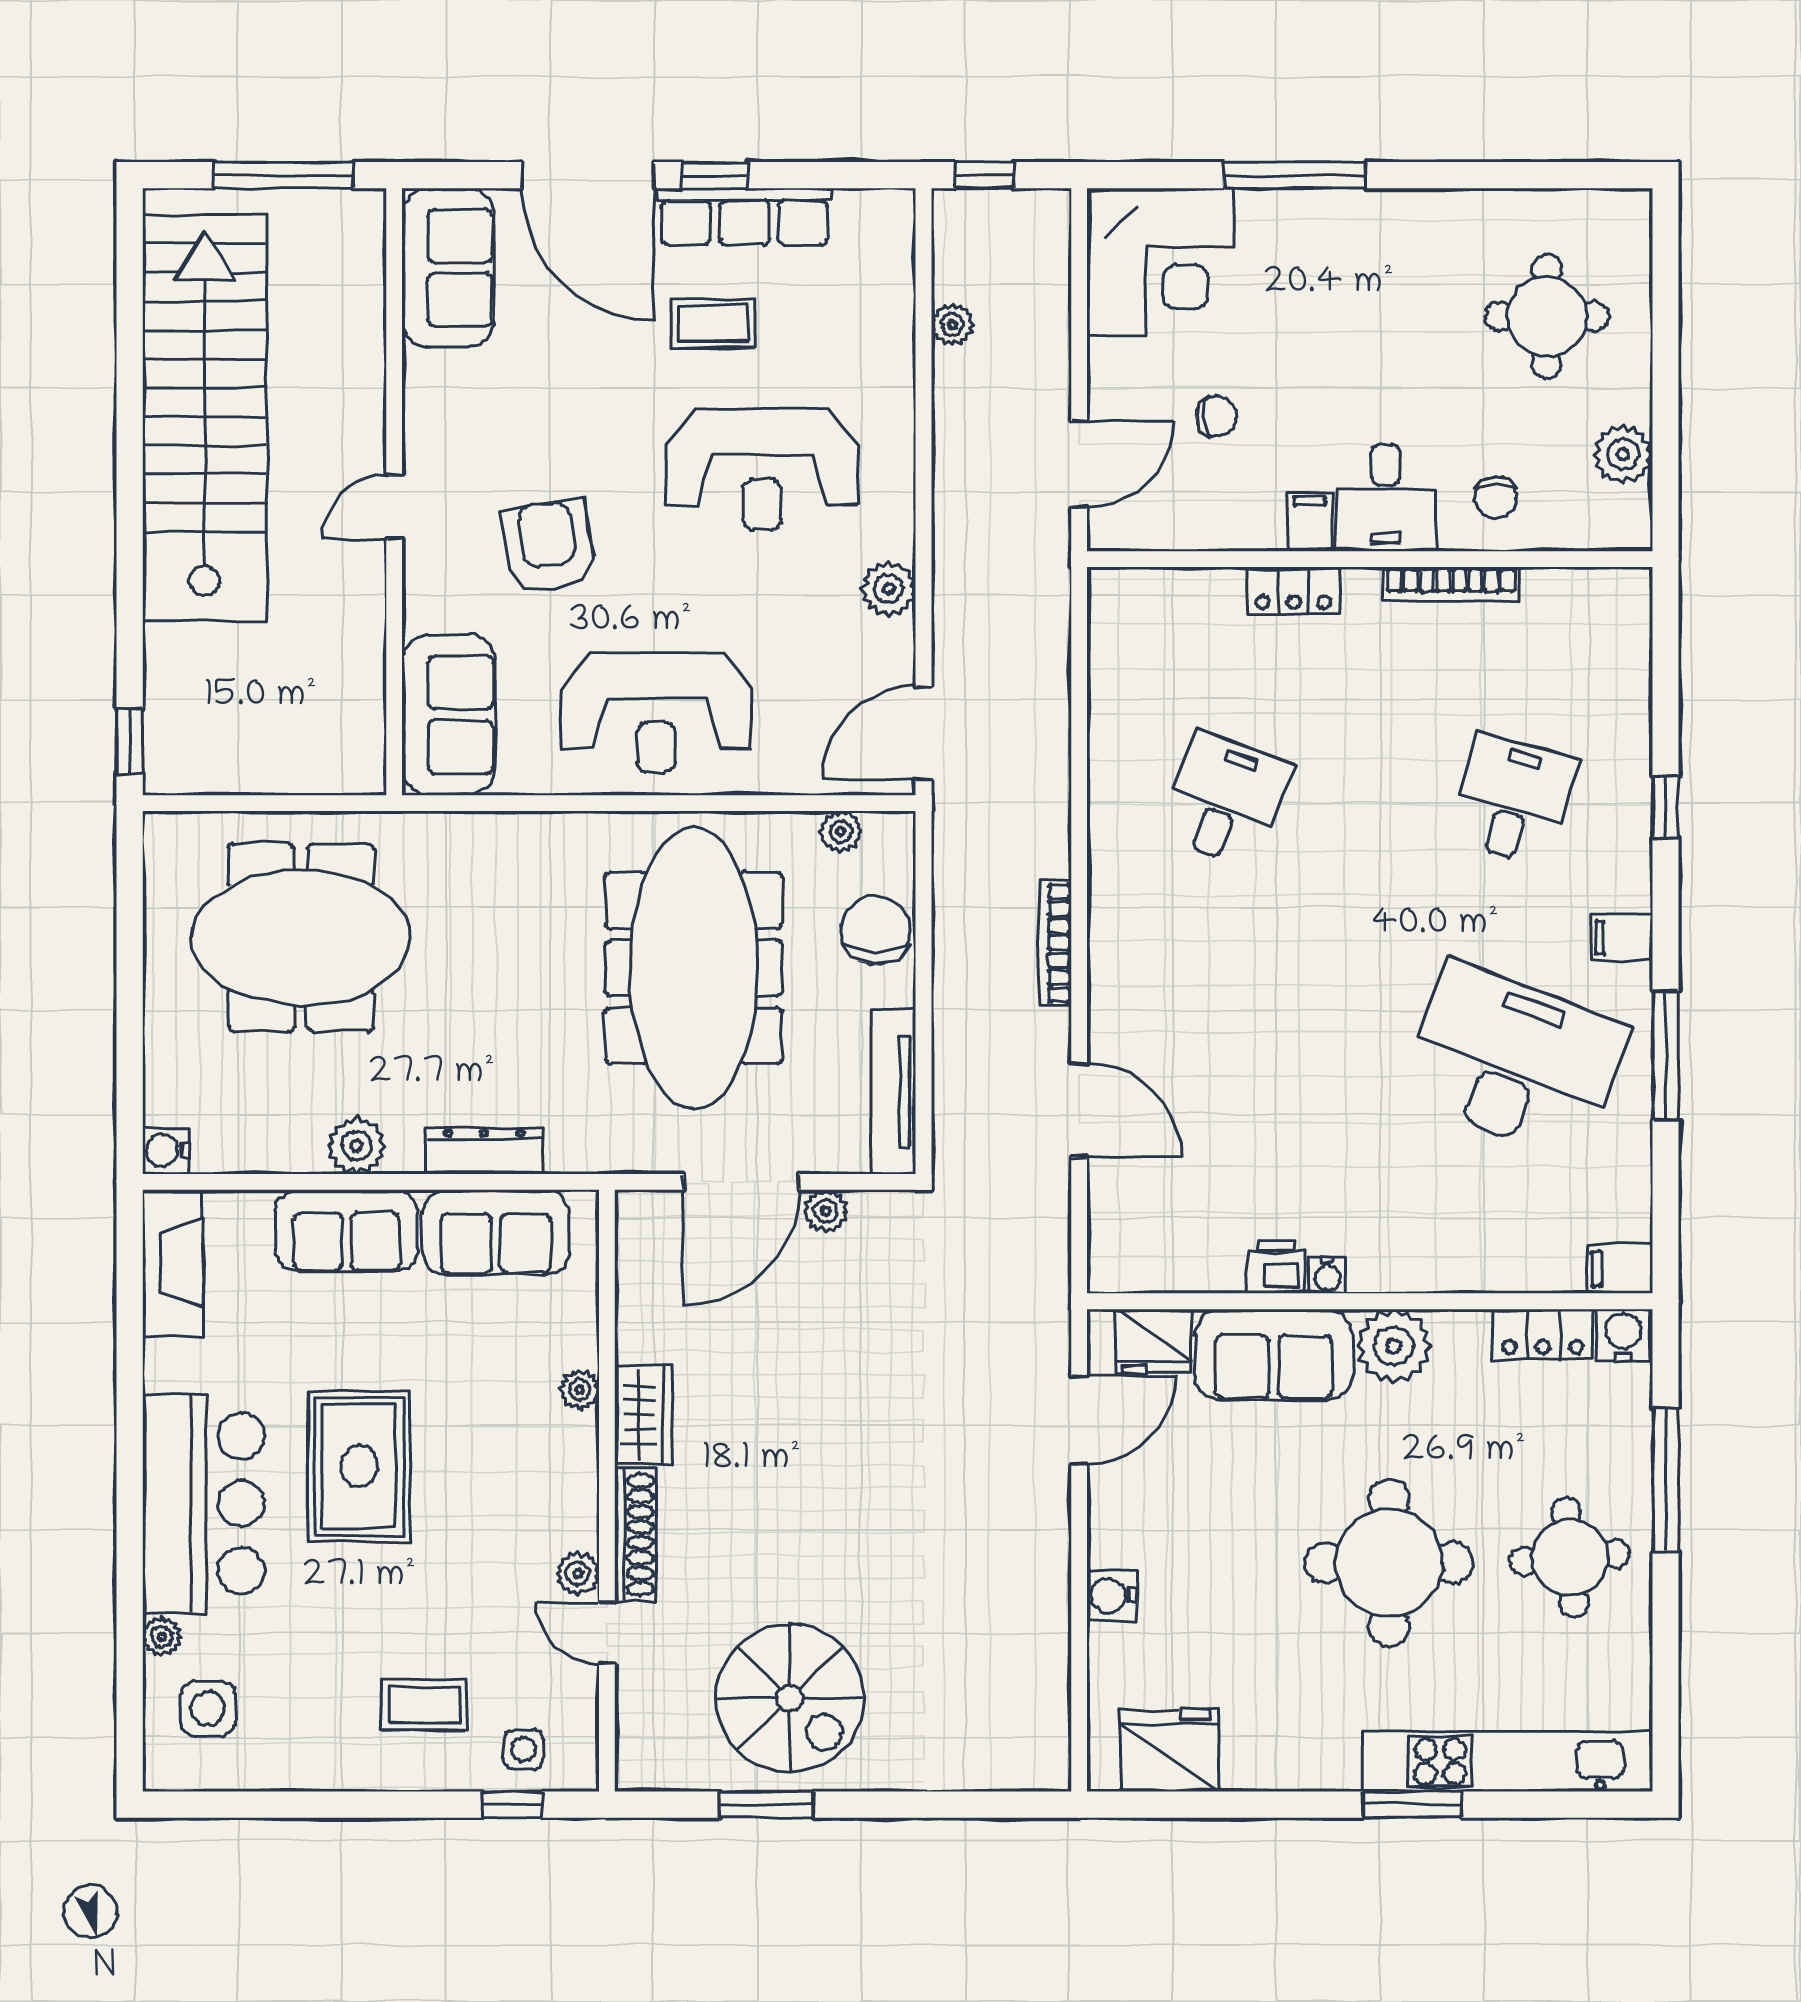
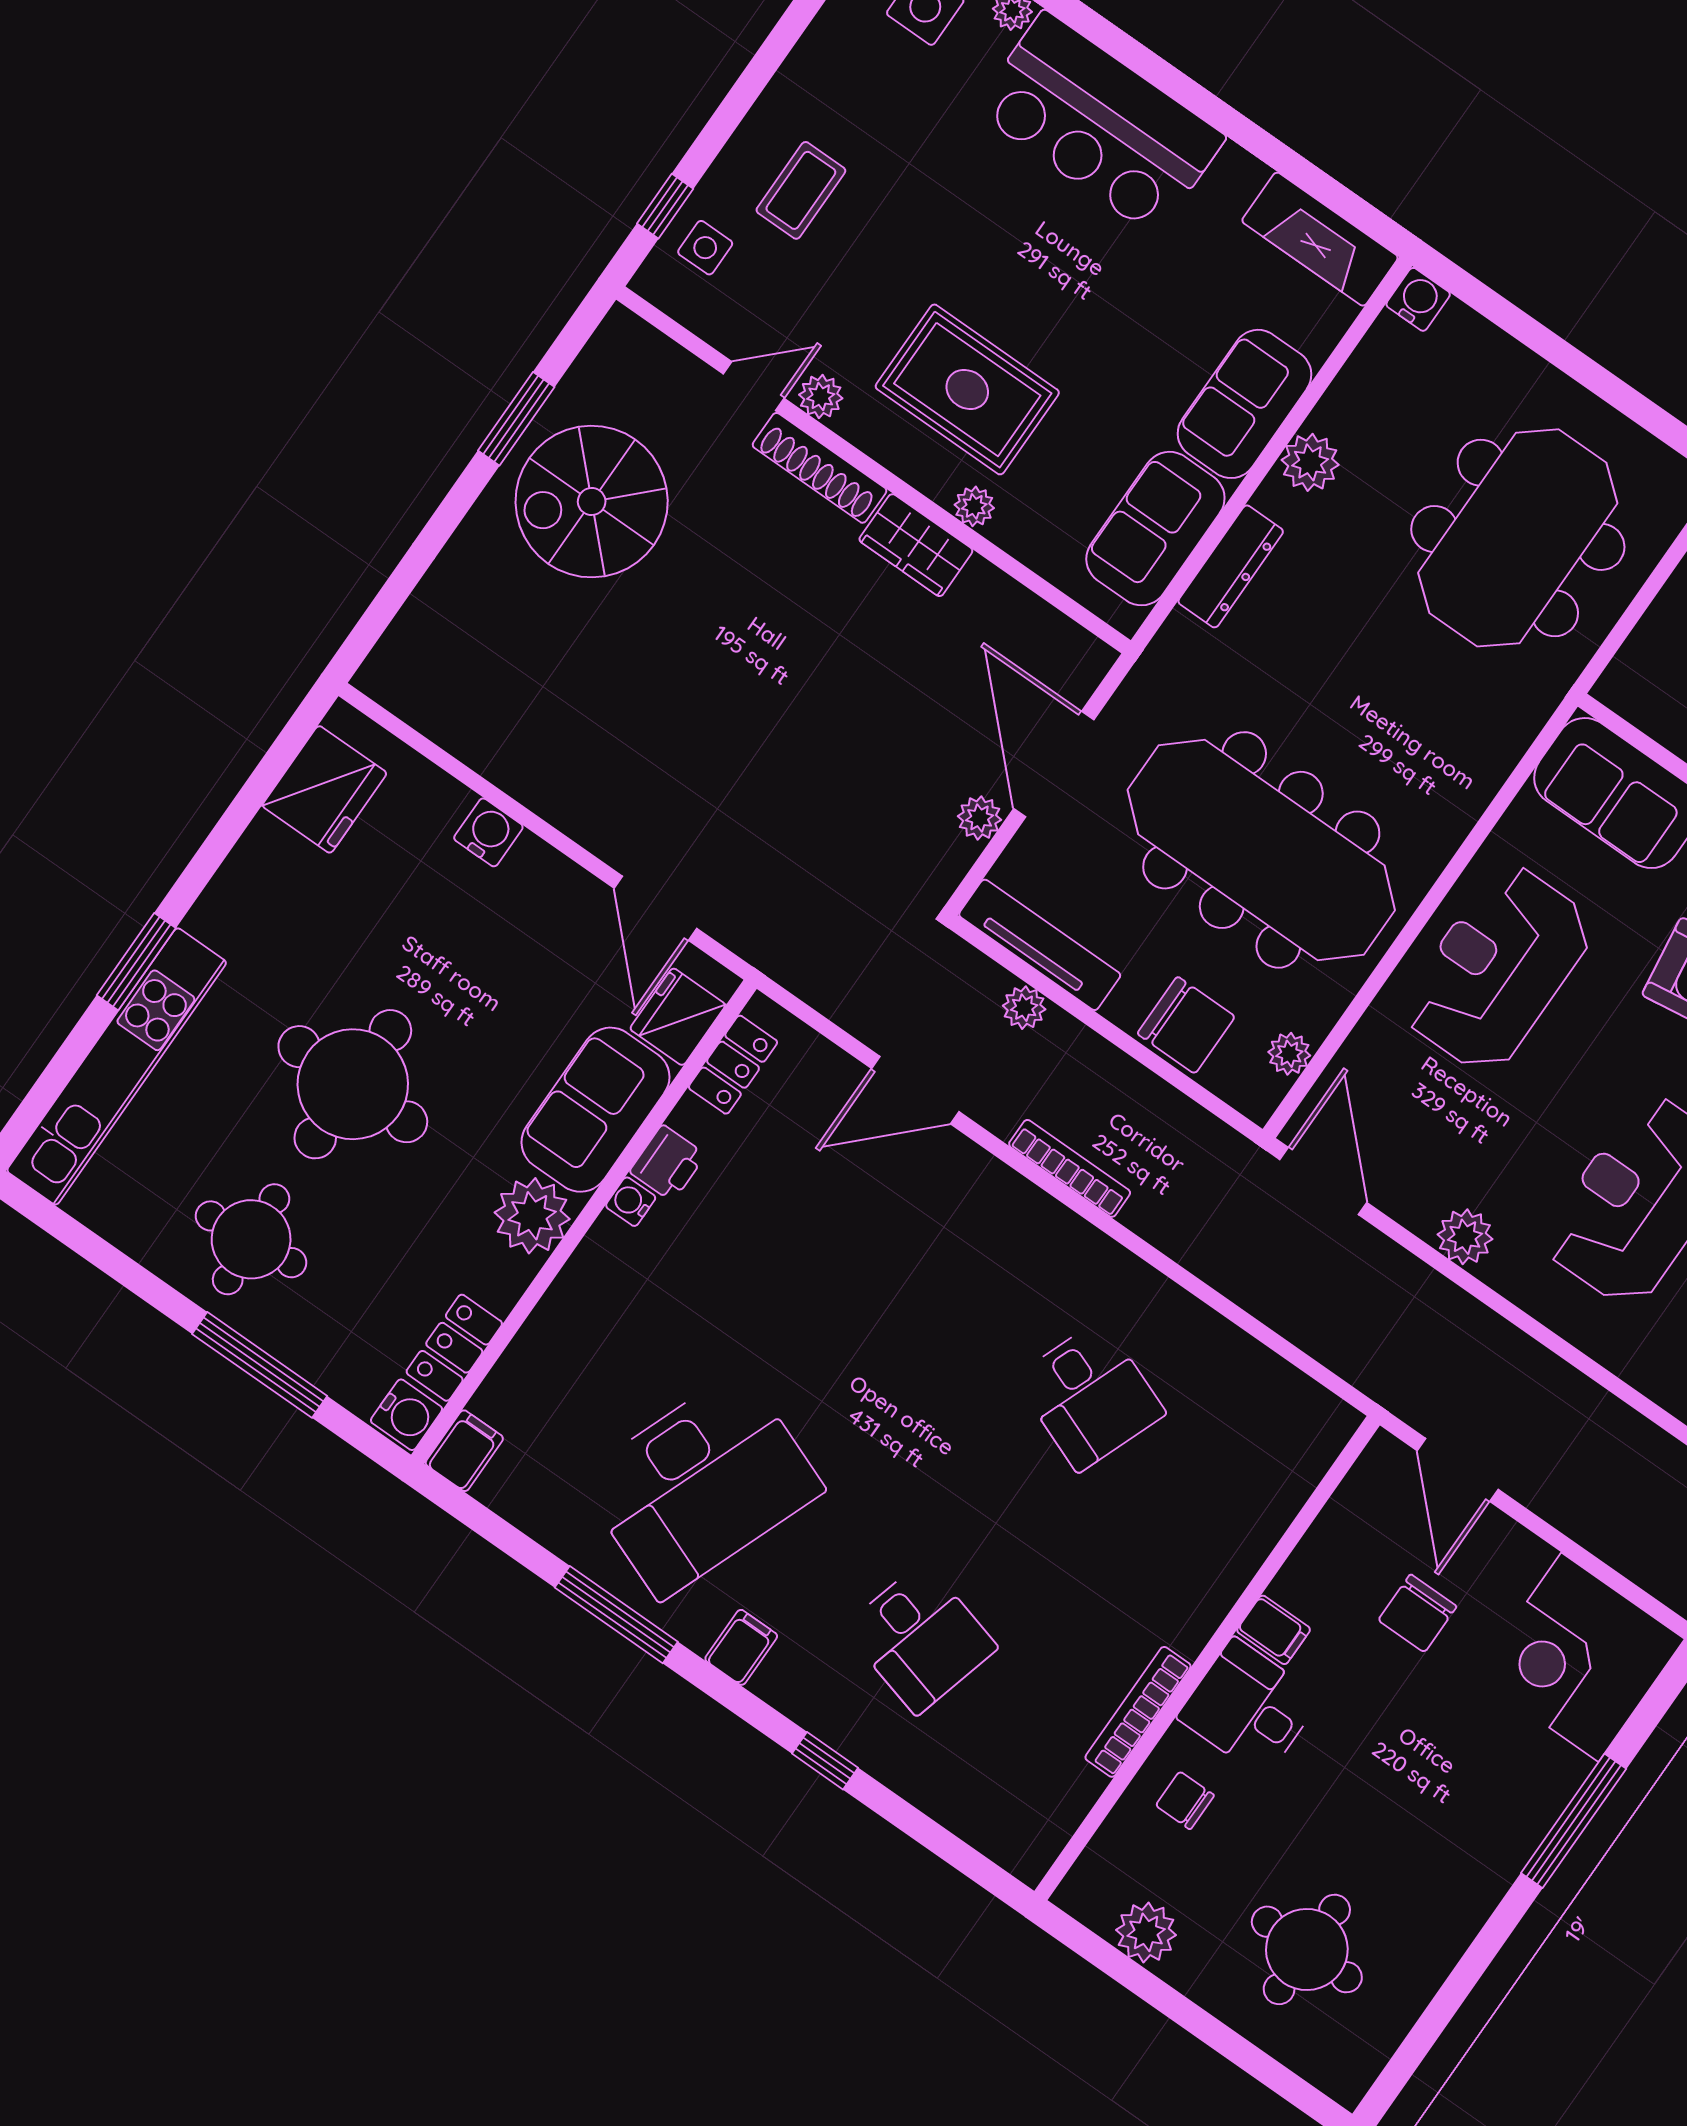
plant: (952, 325) -> (1024, 1008), moved
chair: (1216, 416) -> (1417, 1613), width x1.37, depth x1.37
locker: (1294, 590) -> (733, 1065), moved, turned 180
rug: (359, 1466) -> (967, 389), moved

